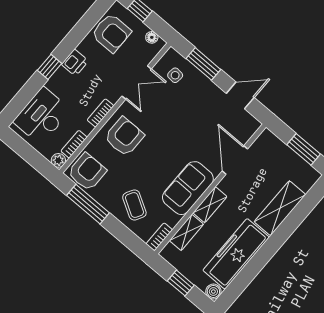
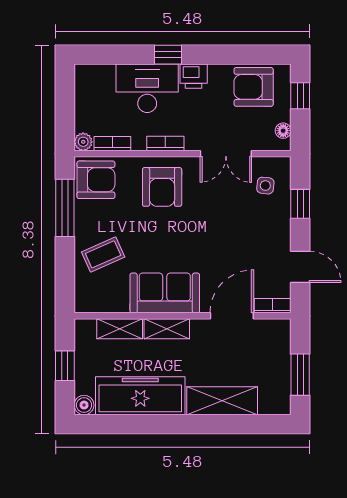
armchair: (111, 33) -> (254, 87), turned 90
window: (203, 64) -> (300, 204), width x0.67
desk: (42, 116) -> (147, 88), moved
armchair: (124, 137) -> (162, 187), turned 90
coffee table: (134, 205) -> (103, 254), turned 36
bookcase: (159, 237) -> (273, 306), moved

